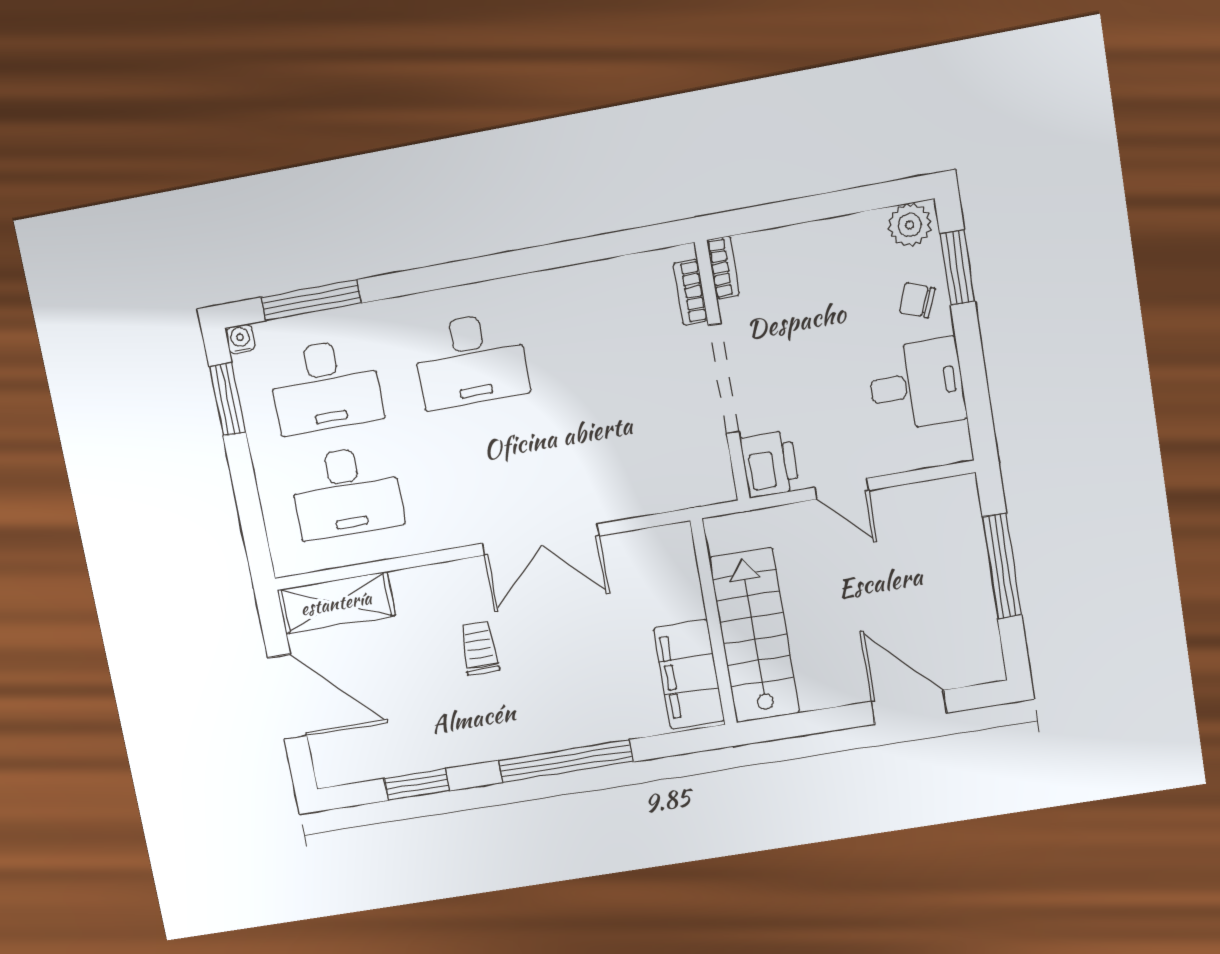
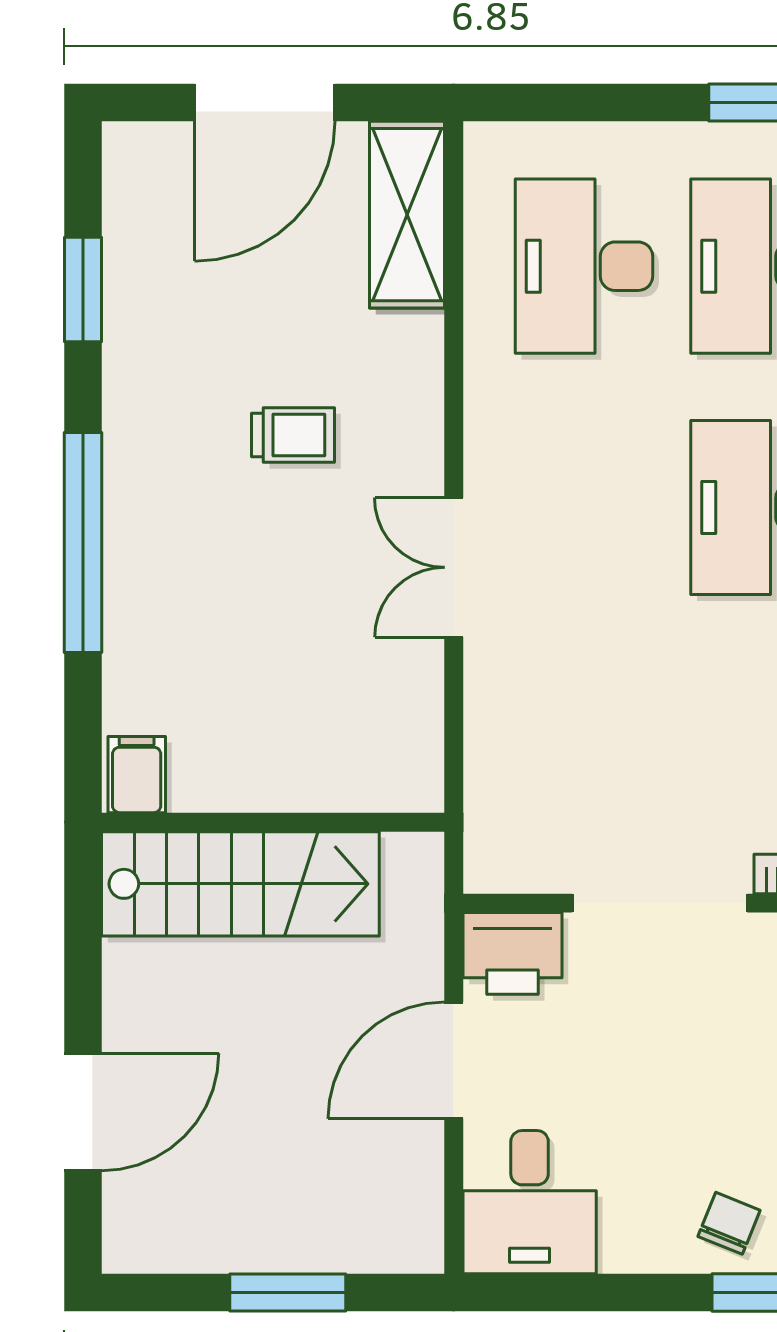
desk: (916, 385) -> (530, 1202), moved
door: (842, 489) -> (454, 1060), width x1.38
double door: (541, 540) -> (454, 567), width x0.73
window: (1002, 566) -> (288, 1293), width x0.69
filing cabinet: (689, 675) -> (137, 775), width x0.33, depth x0.86

